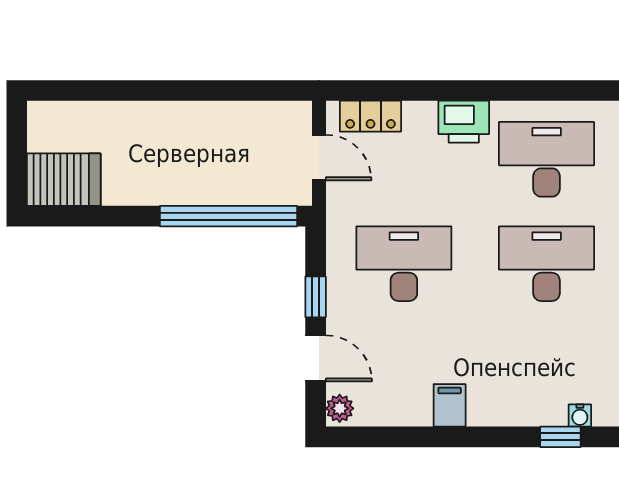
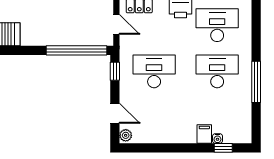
window: (316, 297) -> (115, 71), moved
filing cabinet: (450, 405) -> (204, 134), moved
water cooler: (580, 415) -> (217, 139), moved

